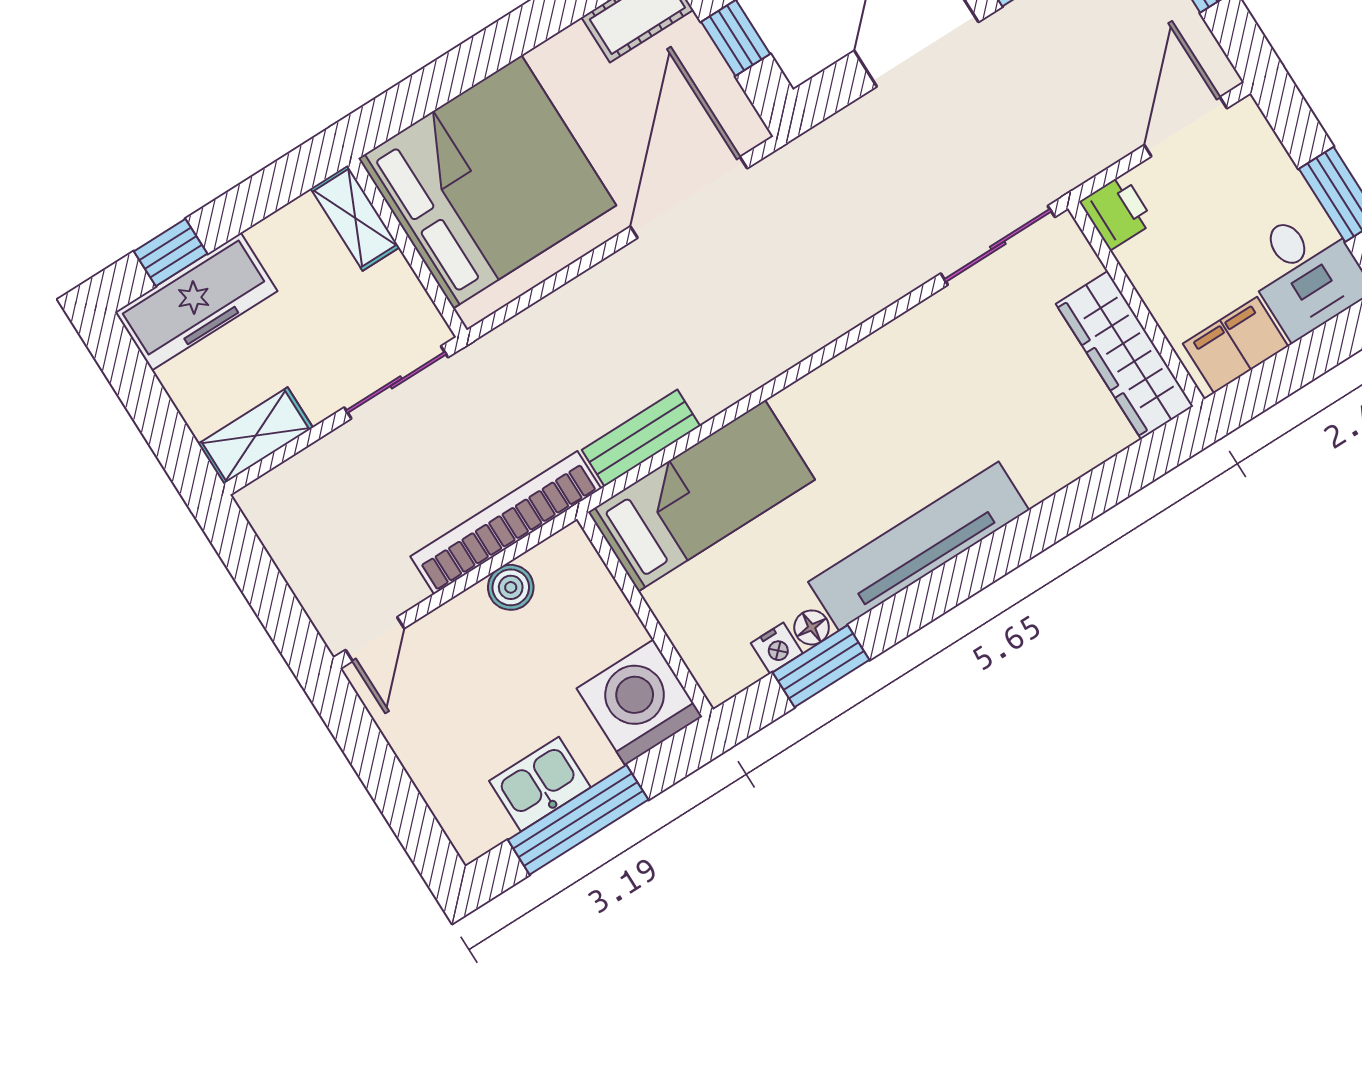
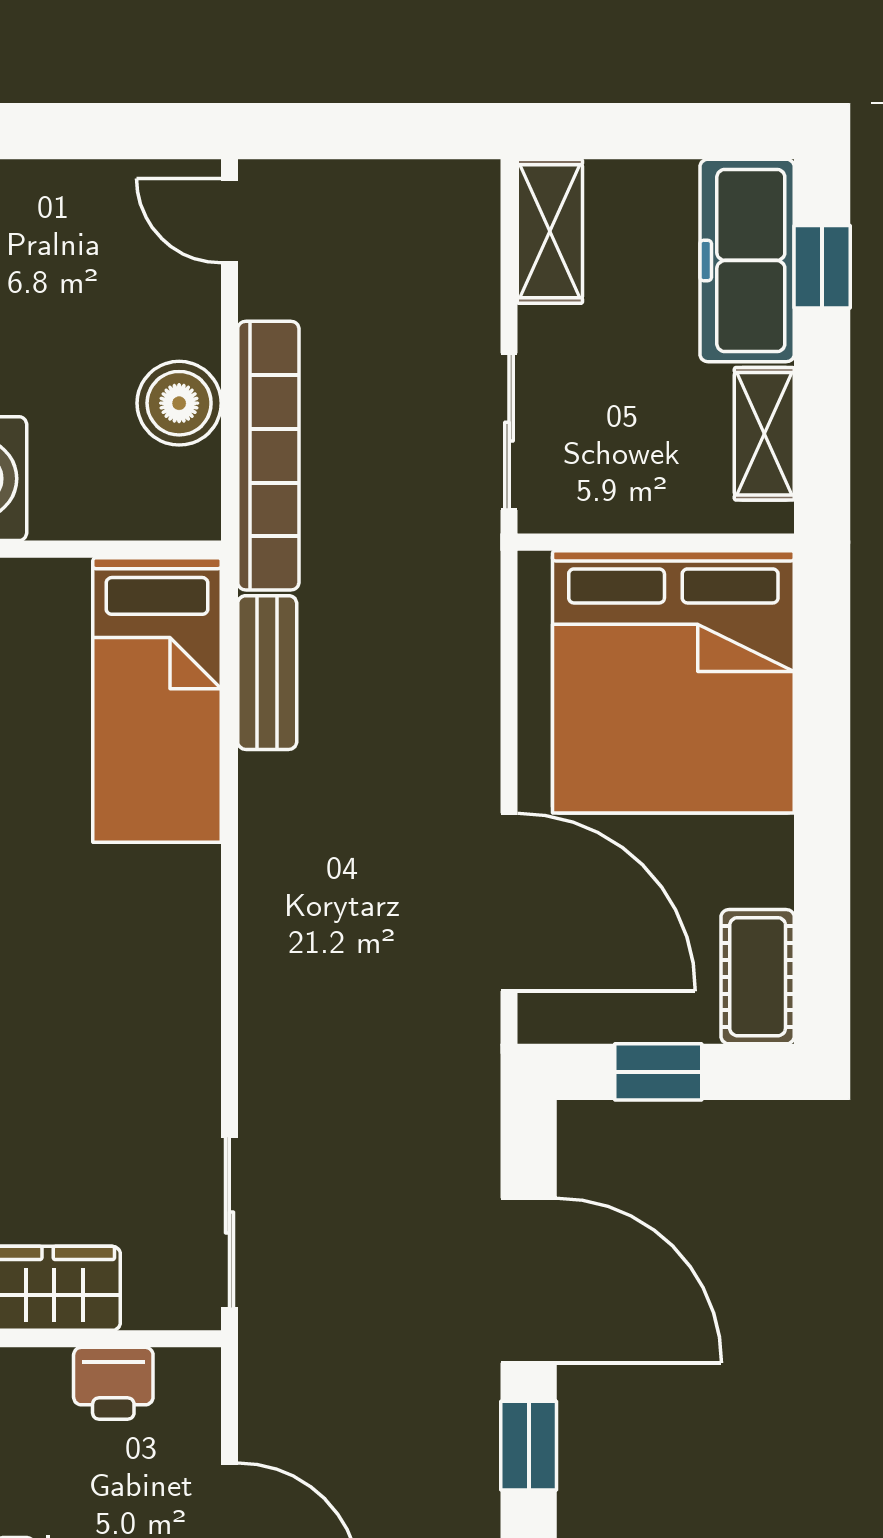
printer: (1117, 212) -> (113, 1383), moved
shelving: (355, 218) -> (764, 434), moved, turned 90
boiler: (511, 587) -> (179, 403), width x1.36, depth x1.36

